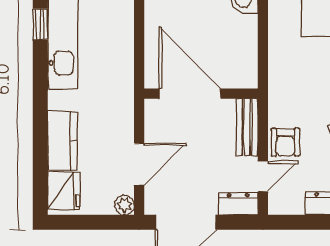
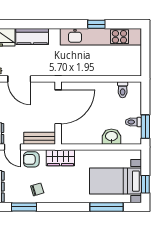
wardrobe: (283, 89) -> (60, 158), added

